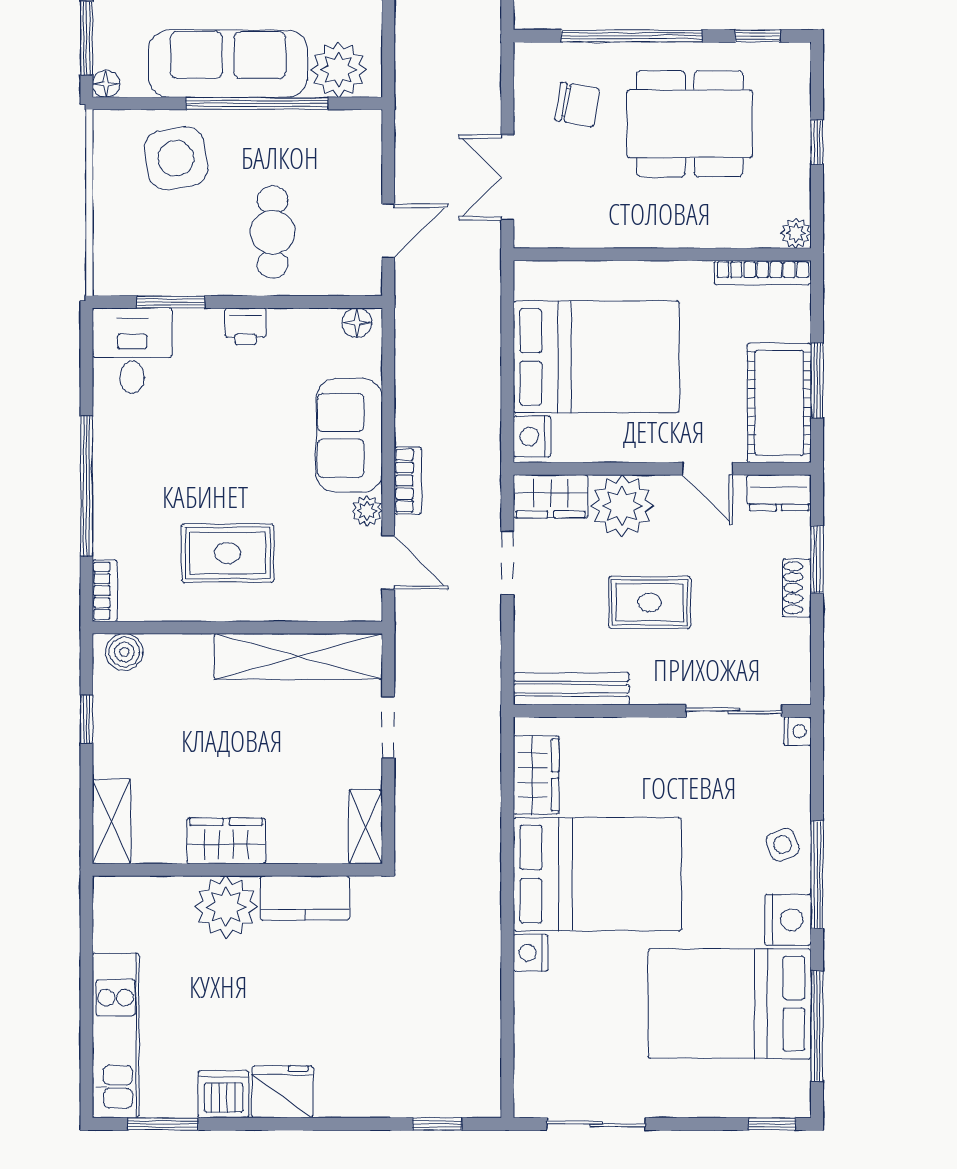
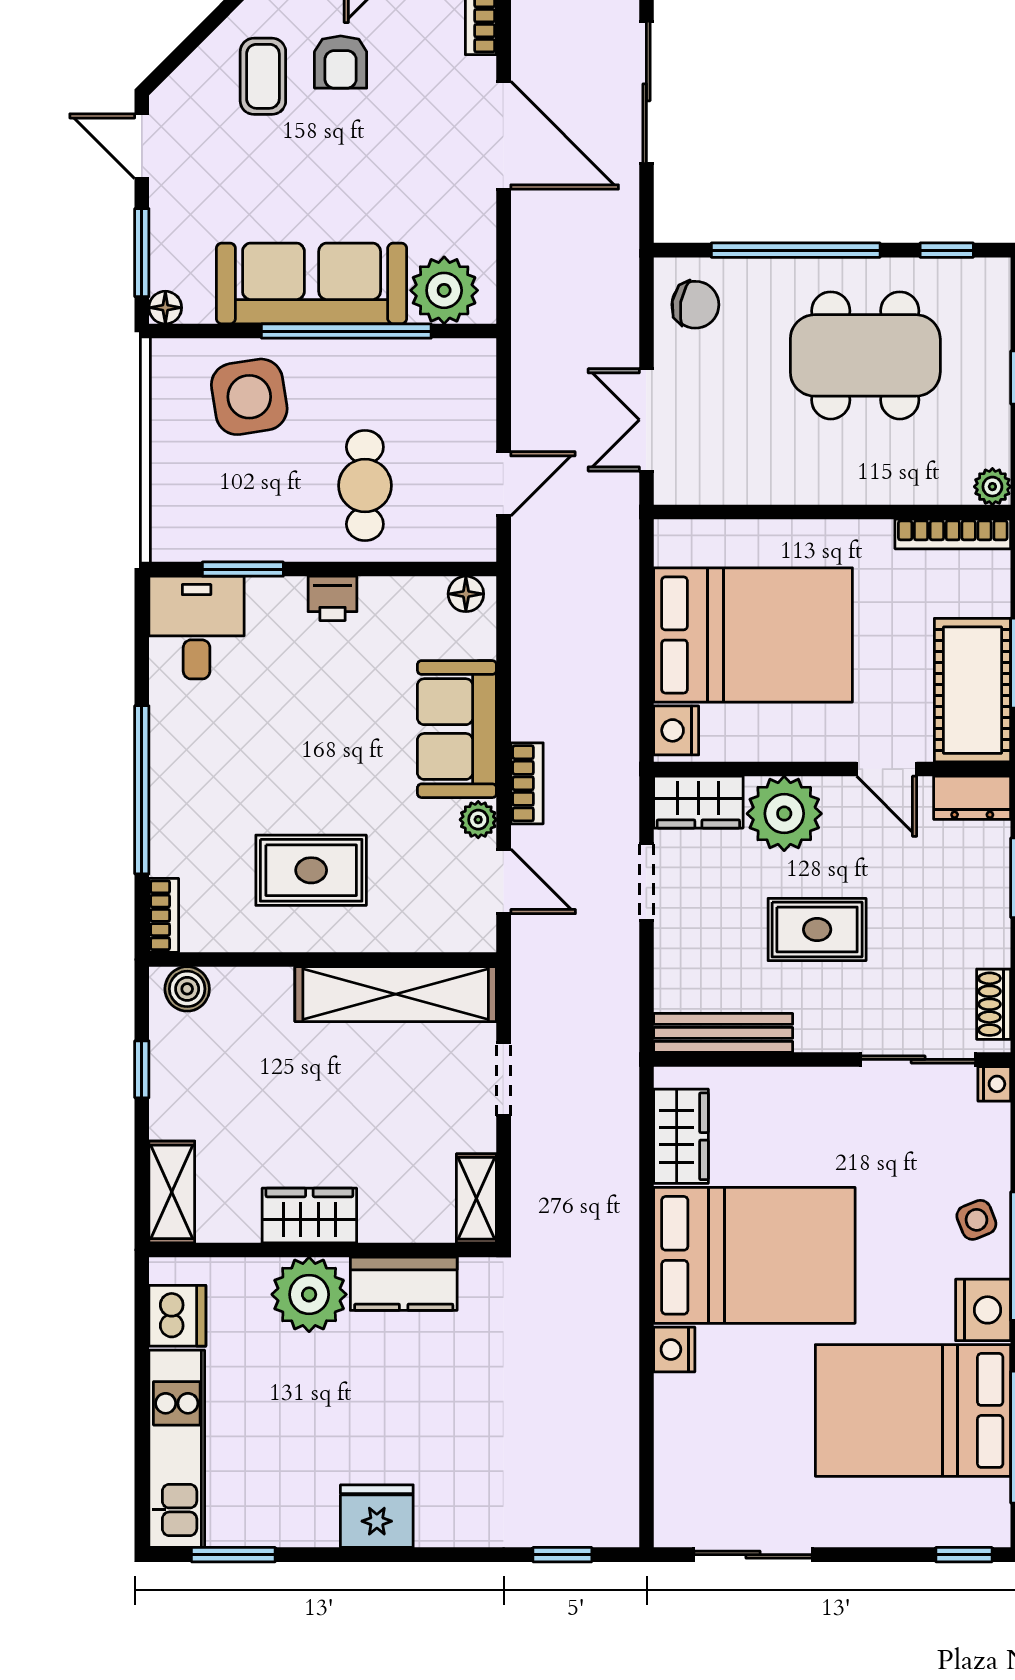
chair: (577, 105) -> (695, 305), moved
shoe rack: (797, 588) -> (994, 1004), moved
dishwasher: (224, 1094) -> (177, 1316), moved, turned 90

